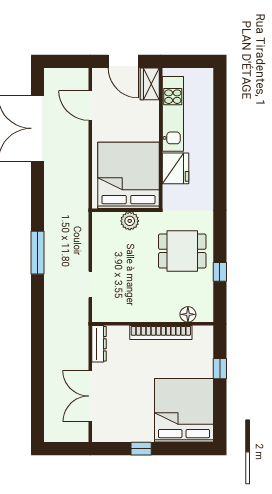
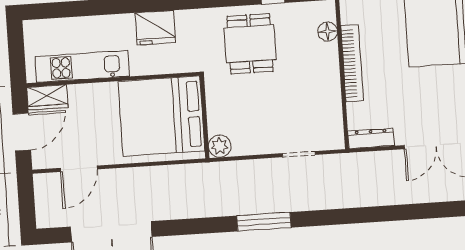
fridge: (175, 168) -> (155, 28), moved, turned 180
plant: (130, 221) -> (220, 146), moved

